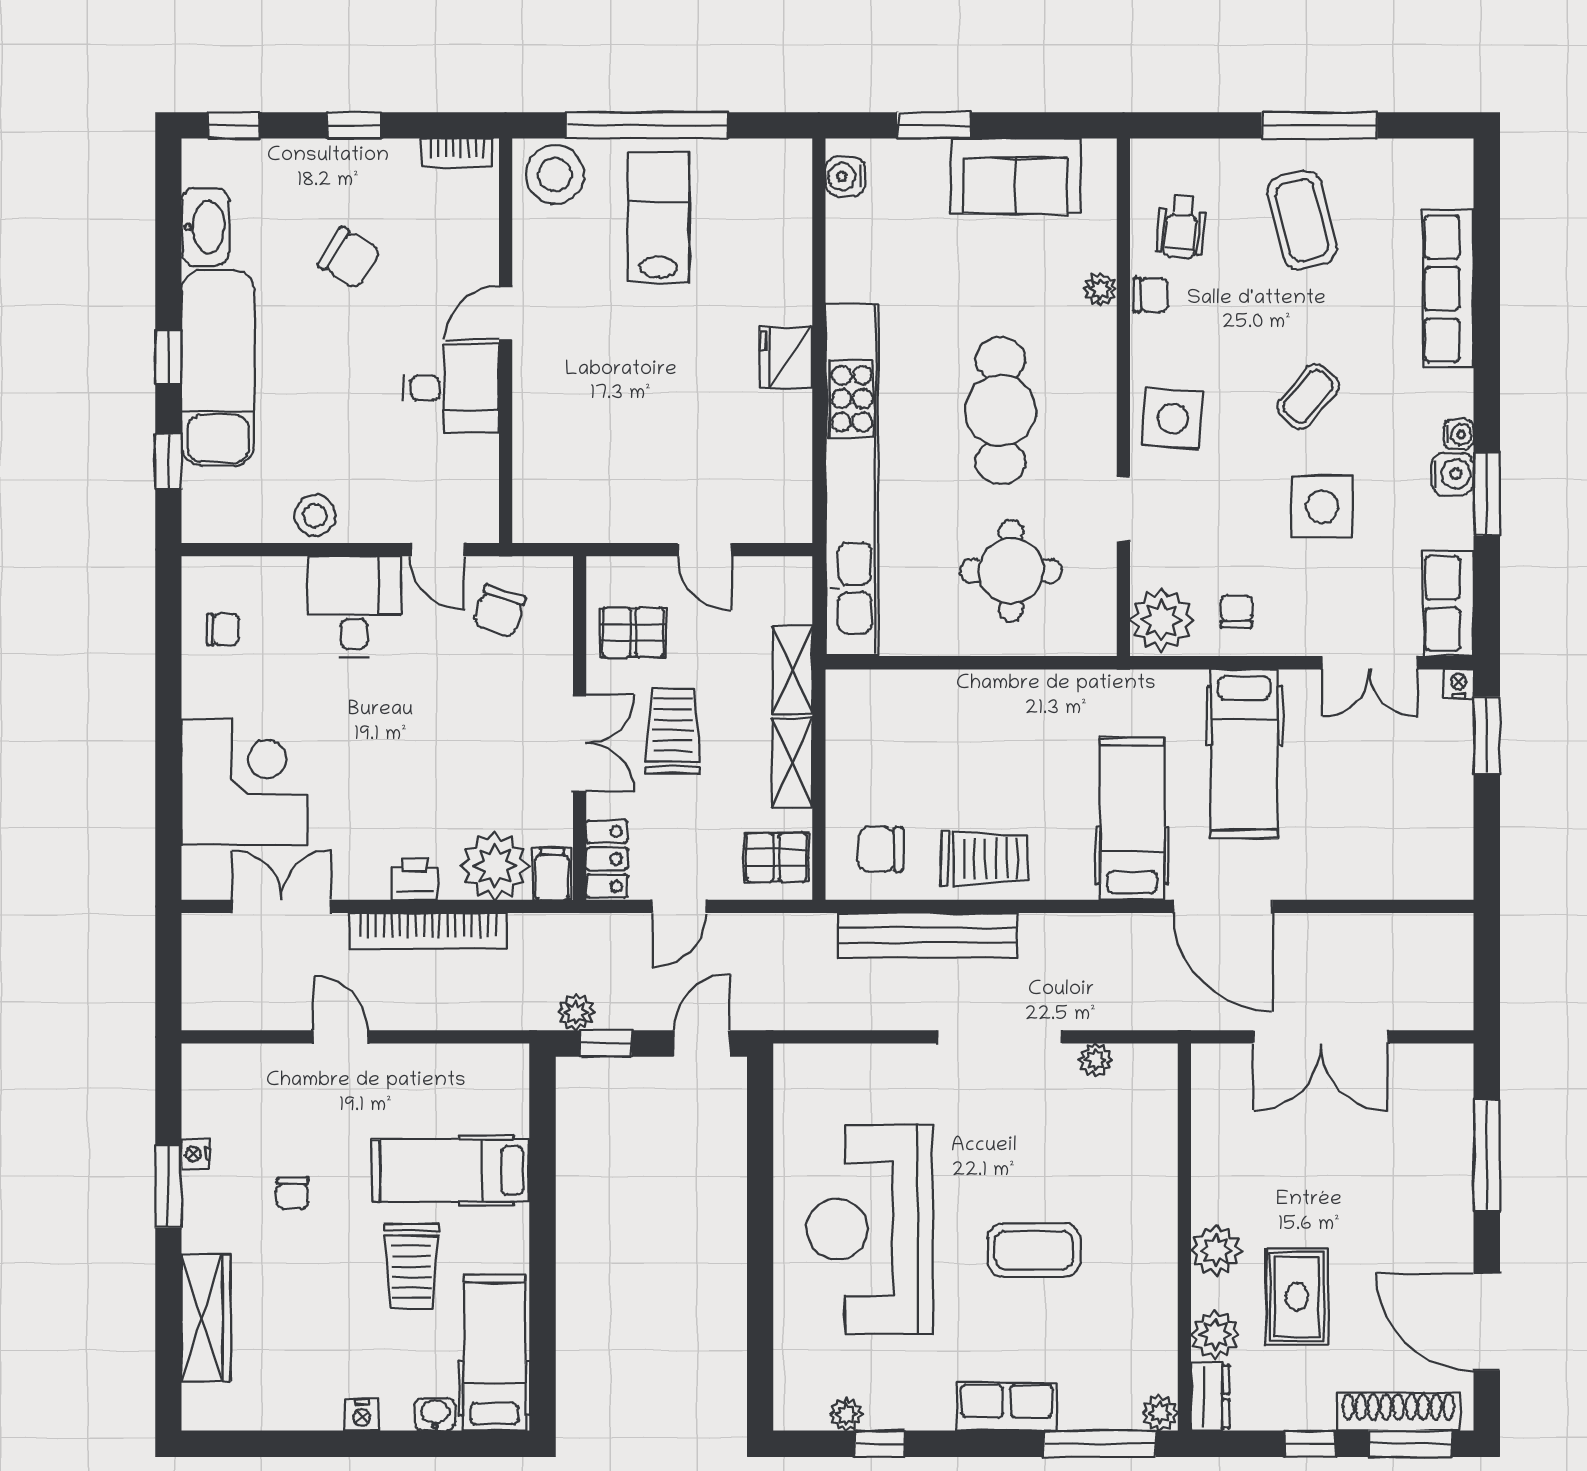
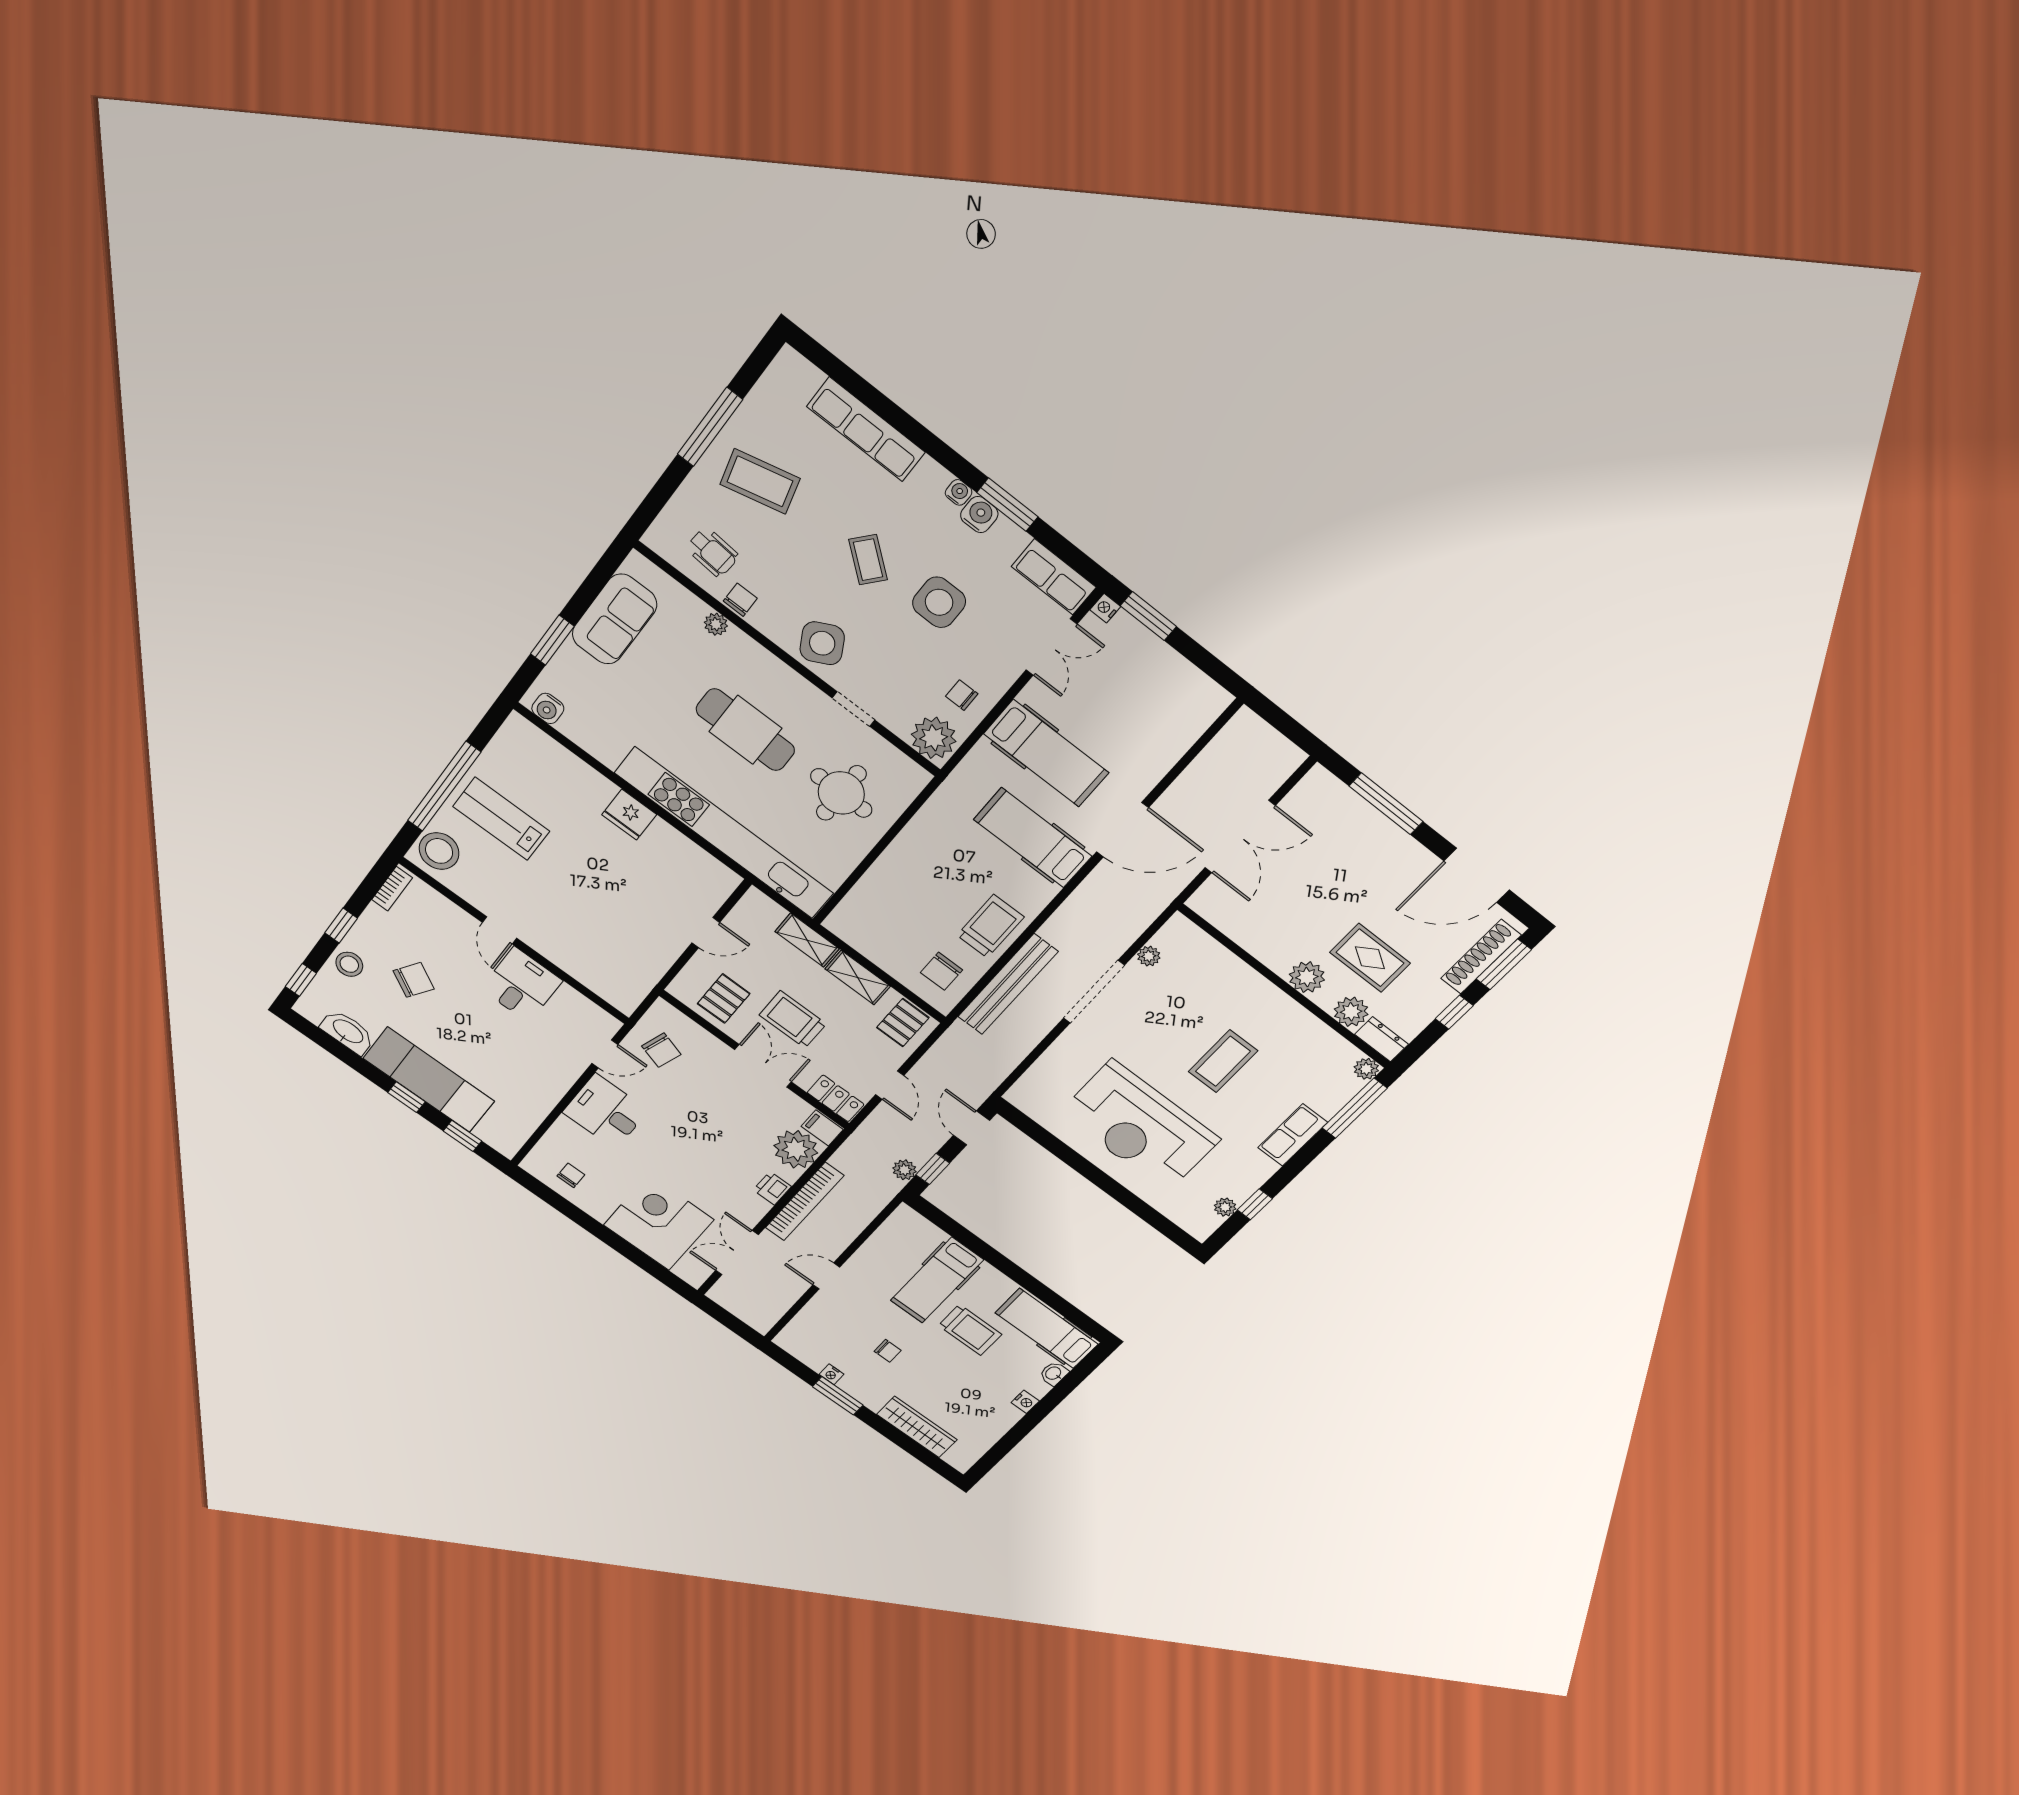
side table: (1173, 419) -> (822, 643), turned -32
stool: (315, 516) -> (349, 964), moved

